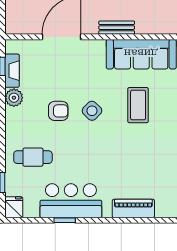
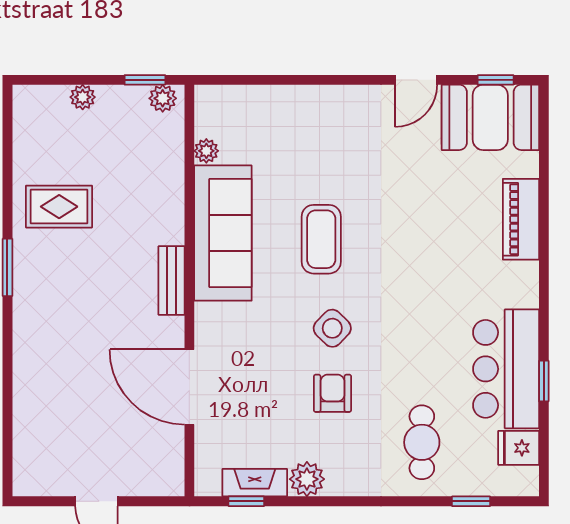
coffee table: (138, 105) -> (321, 239), turned 90
fridge: (14, 207) -> (519, 448), moved
piano: (133, 208) -> (521, 219), moved

